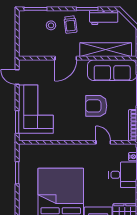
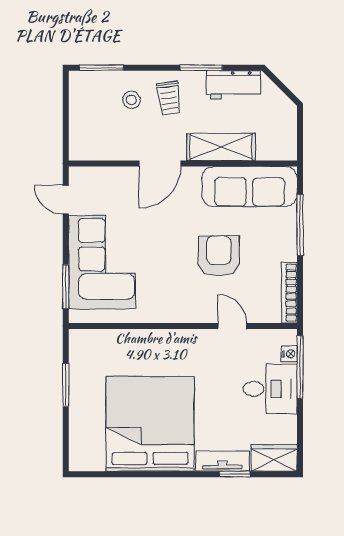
shelving: (106, 50) -> (221, 147), width x0.68
armchair: (96, 106) -> (219, 256), turned 90

